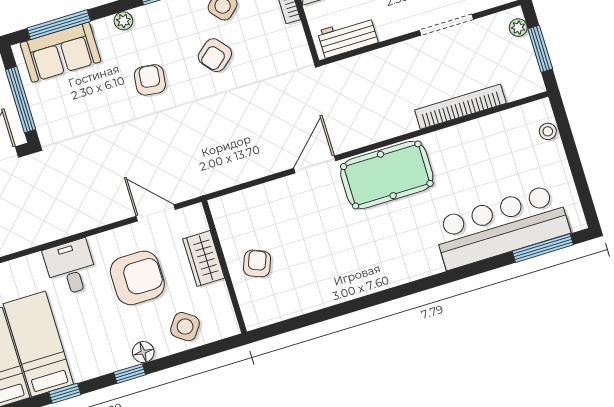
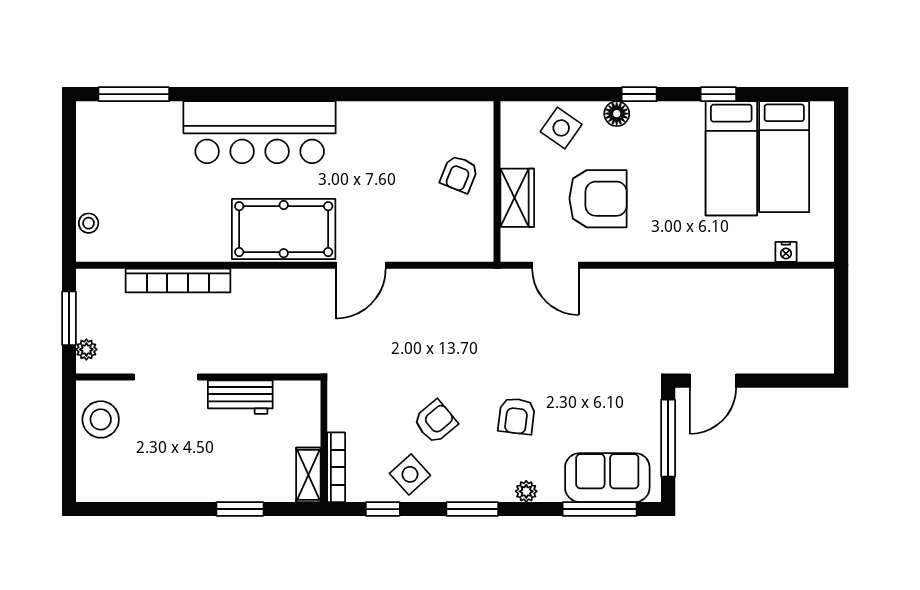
workbench: (348, 37) -> (240, 397), moved
bar counter: (501, 227) -> (260, 132), moved
desk: (71, 268) -> (669, 233), removed
armchair: (137, 278) -> (598, 199), turned 180

